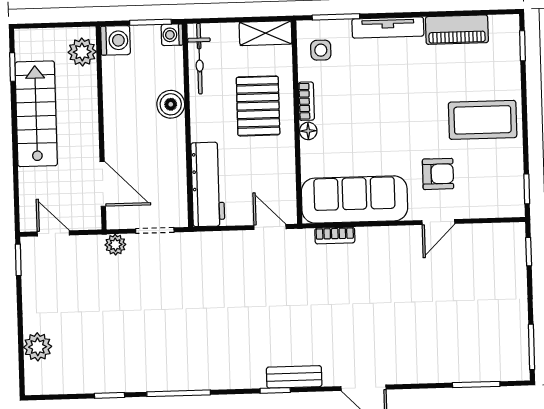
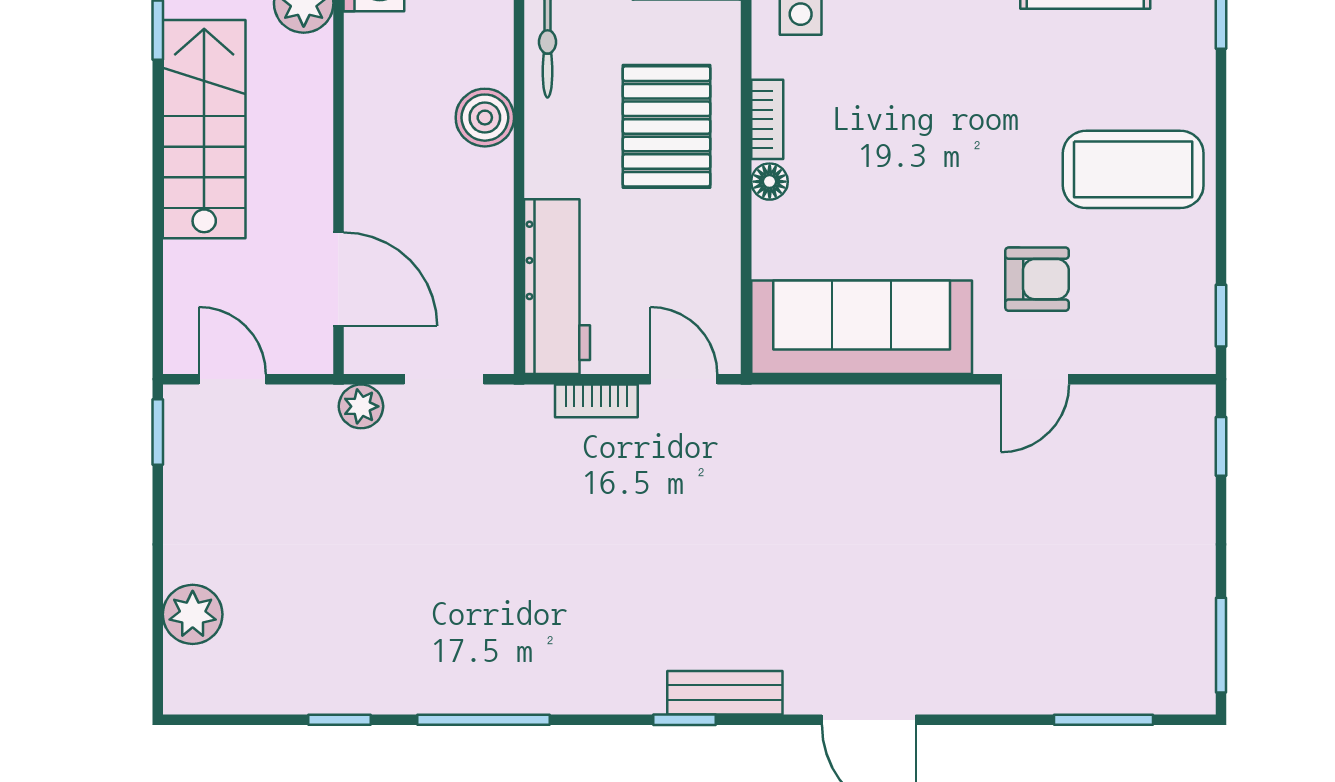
bookcase: (335, 235) -> (596, 401), moved

